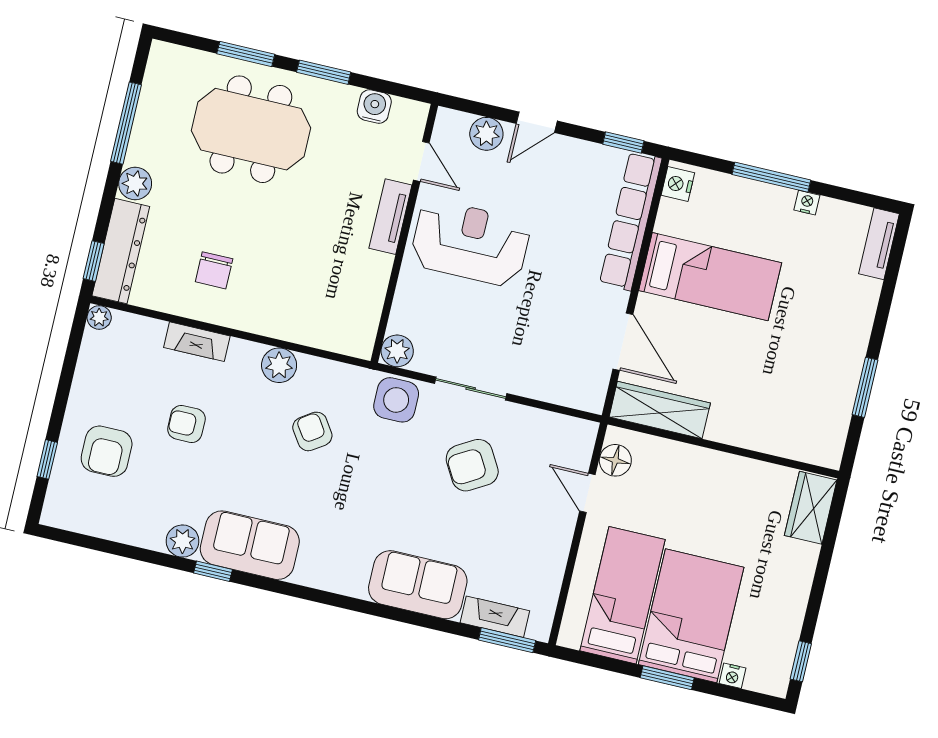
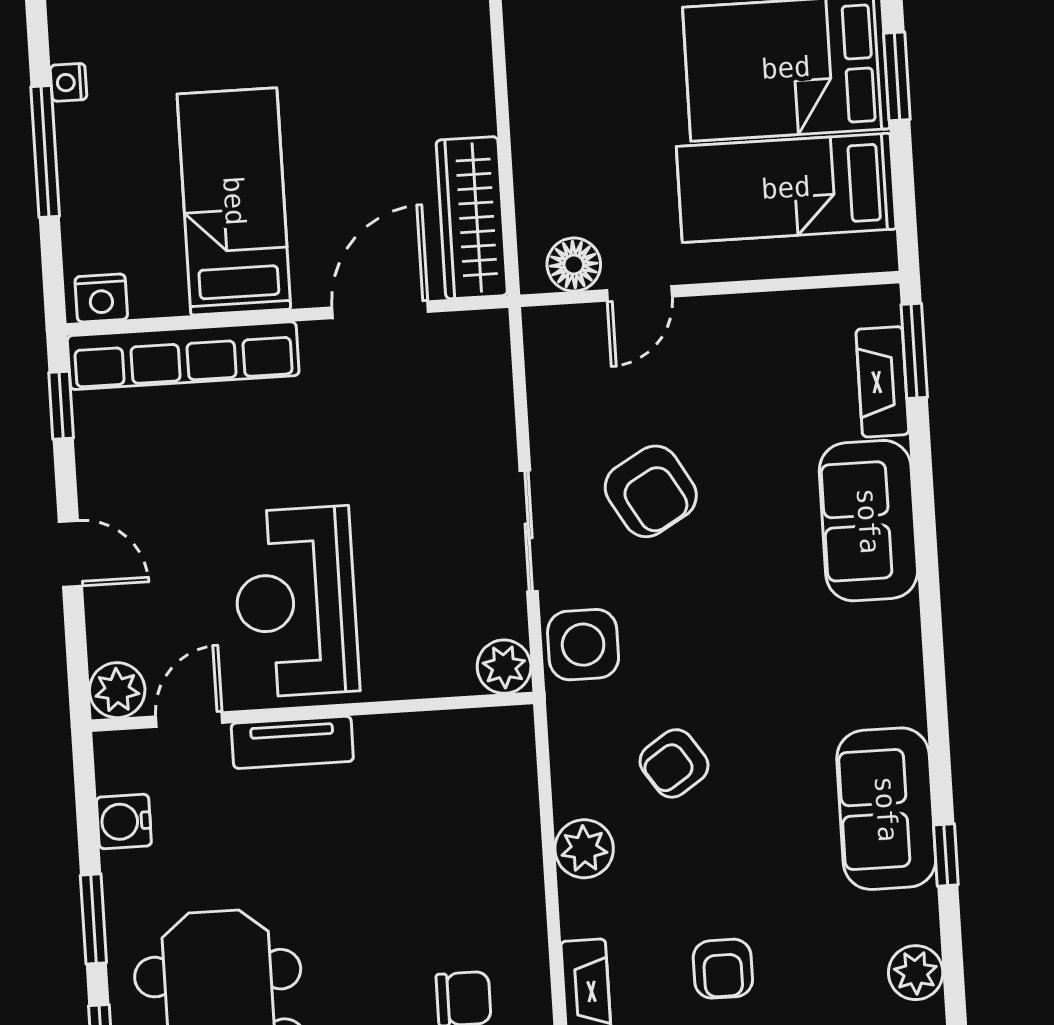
plant: (486, 134) -> (117, 690), moved
plant: (183, 541) -> (916, 973), moved

